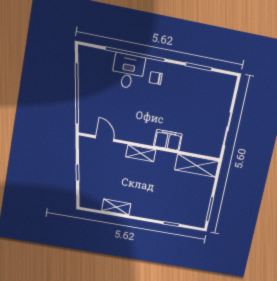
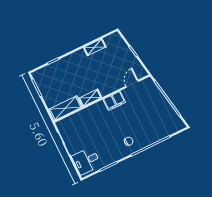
desk: (128, 71) -> (86, 161), moved, turned 90
door: (105, 139) -> (132, 84), swing flipped
filing cabinet: (168, 140) -> (114, 101), moved
shelving: (141, 153) -> (90, 98), moved

